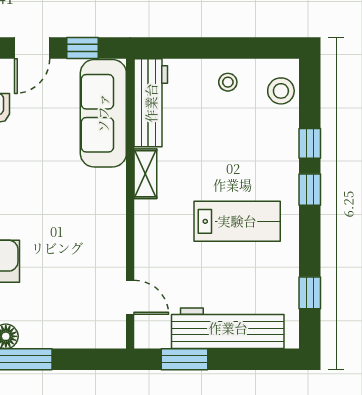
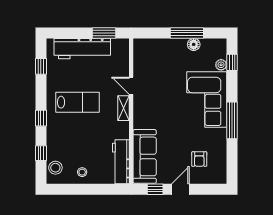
window: (310, 143) -> (41, 153), moved
shelving: (145, 174) -> (124, 108), moved
lab bench: (237, 221) -> (77, 102), turned 180
door: (130, 297) -> (131, 86), moved

